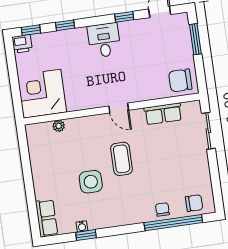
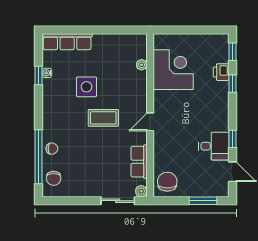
desk: (104, 40) -> (214, 146), moved
printer: (22, 44) -> (221, 72), moved
corner desk: (42, 94) -> (173, 70), moved
plant: (194, 107) -> (141, 191), added
row of seats: (47, 218) -> (67, 42), width x1.48

